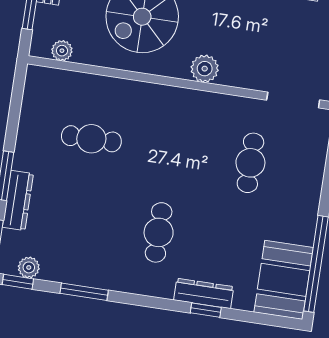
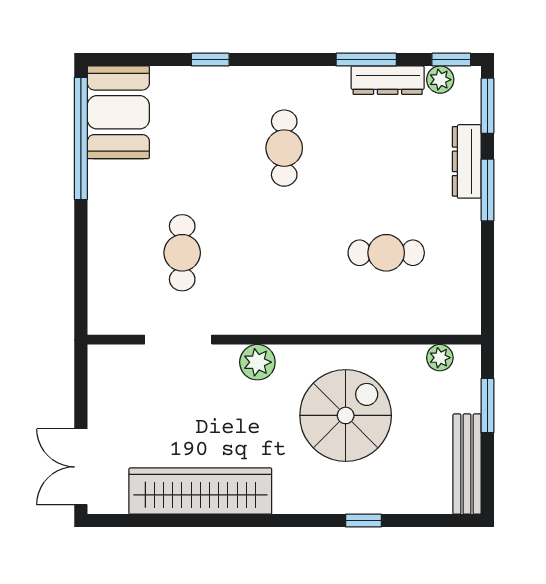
doorway: (293, 100) -> (178, 340), moved
dresser: (204, 293) -> (388, 80), moved

